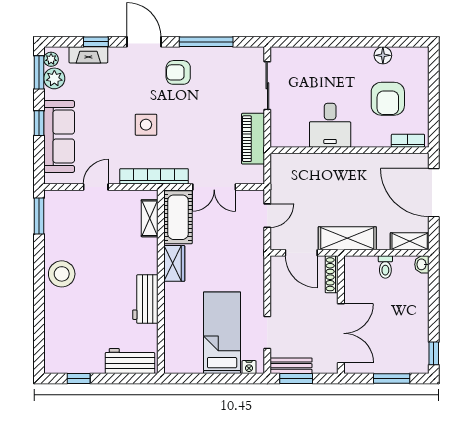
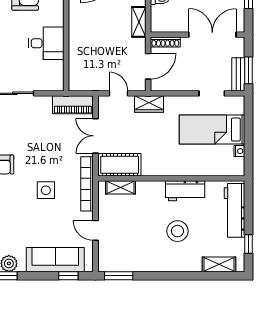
window: (39, 123) -> (68, 276), moved
piano: (253, 139) -> (73, 105), moved
double door: (214, 187) -> (96, 136), swing flipped
shelving: (347, 238) -> (139, 22), width x0.67, depth x0.75
wardrobe: (174, 263) -> (149, 104), moved, turned 180
stool: (62, 274) -> (177, 231), moved
shelving: (53, 342) -> (219, 264), added
workbench: (130, 361) -> (235, 210), width x1.38
nightstand: (249, 367) -> (239, 151), moved

